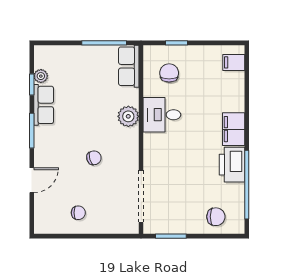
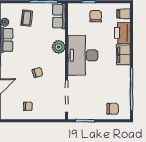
coffee table: (76, 69) -> (27, 18), added
chair: (169, 73) -> (96, 16), moved
desk: (162, 115) -> (83, 55), width x1.87, depth x1.30
printer: (232, 165) -> (122, 33), moved

